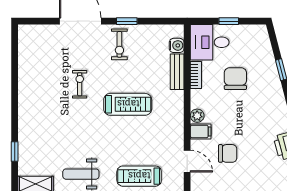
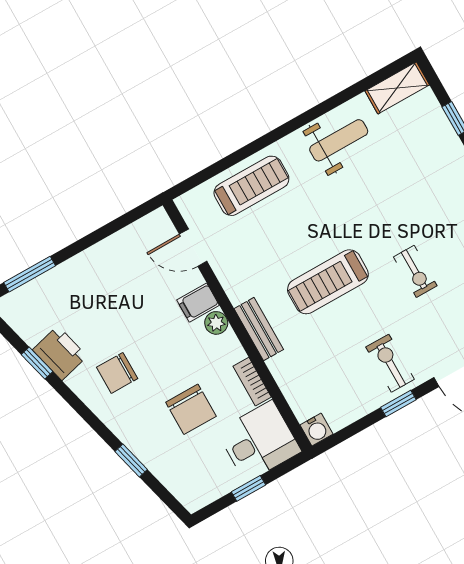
water cooler: (177, 45) -> (316, 429), moved, turned -90
bench: (177, 72) -> (259, 329), moved
chair: (228, 153) -> (117, 373), moved

